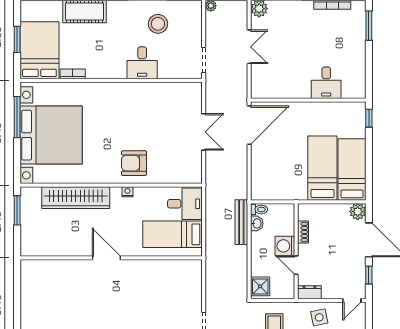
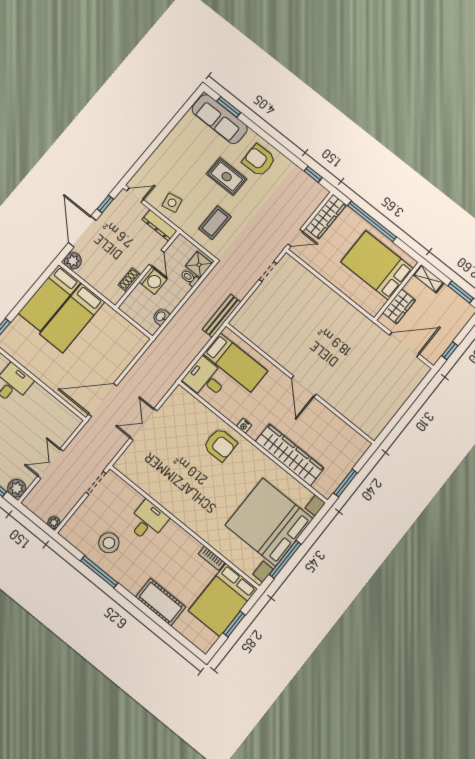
toilet: (259, 209) -> (190, 278), moved
bench: (241, 222) -> (222, 316), moved
dresser: (309, 292) -> (160, 225), width x1.44

